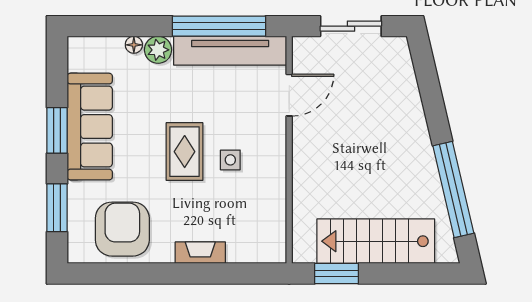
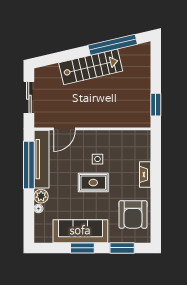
door: (289, 95) -> (64, 129), swing flipped
armchair: (122, 229) -> (133, 214), turned -90
stairs: (376, 241) -> (91, 67), moved, turned -103

